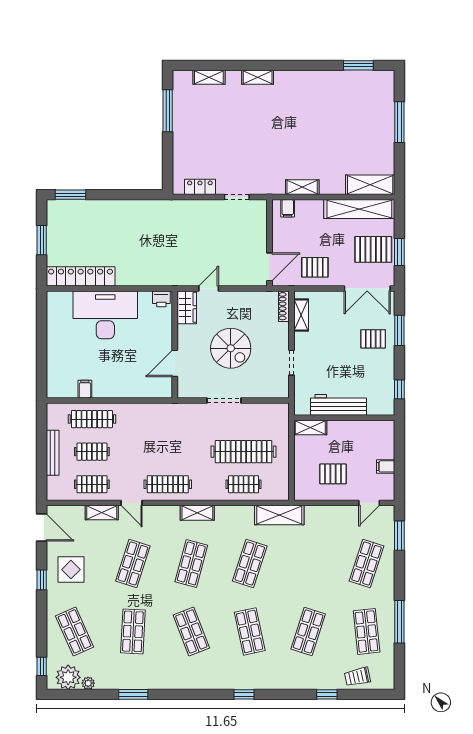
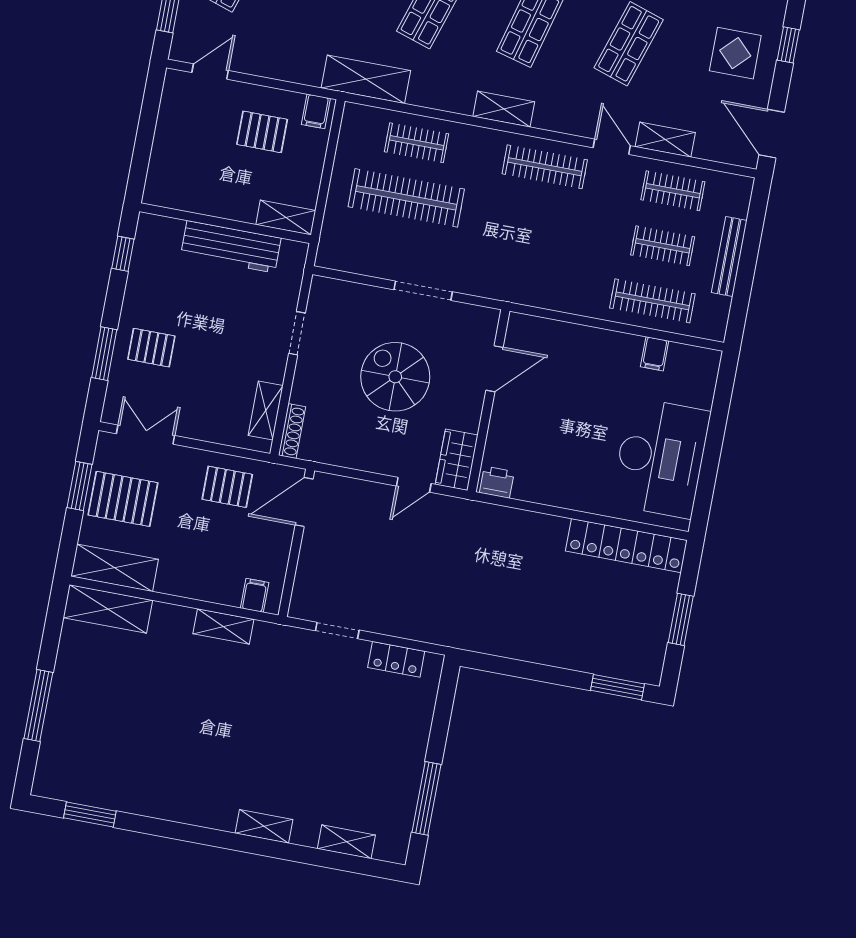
shelving: (359, 209) -> (115, 568), width x0.68
double door: (367, 288) -> (146, 435), width x0.73
desk: (105, 315) -> (661, 458), moved, turned -90
filing cabinet: (386, 466) -> (316, 111), moved, turned 90

